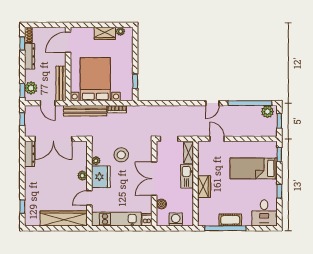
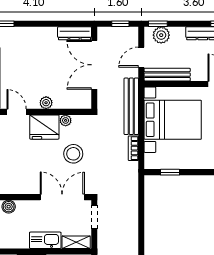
double door: (154, 179) -> (62, 197), moved

